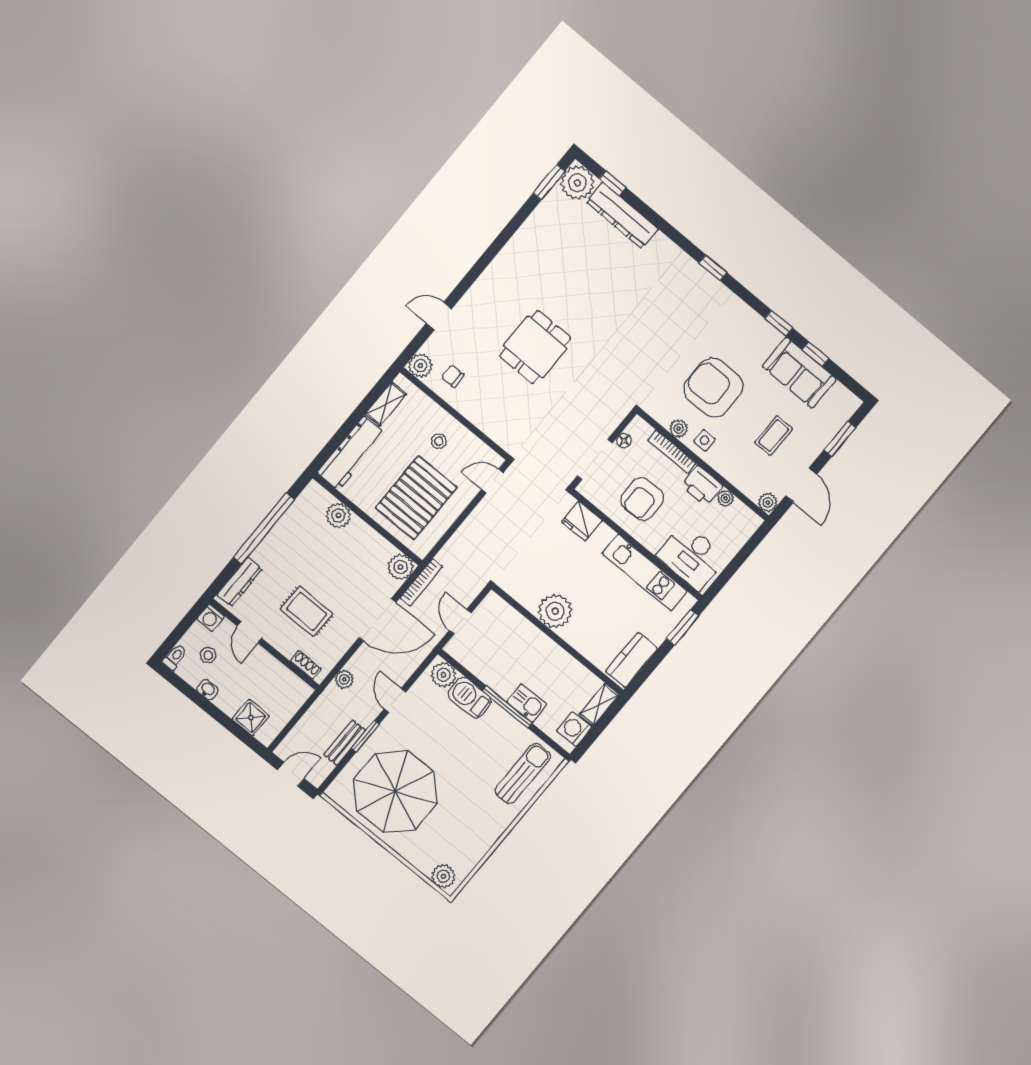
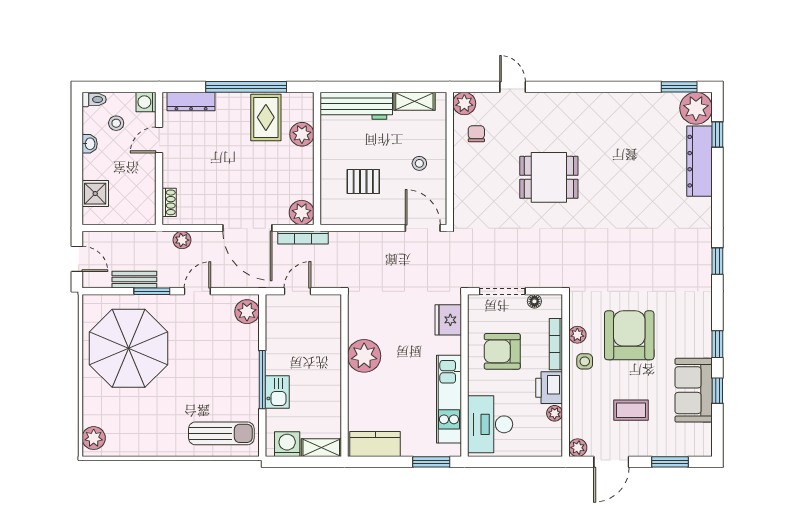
door: (492, 481) -> (423, 228), width x1.38
pallet: (416, 498) -> (363, 181), width x0.49, depth x0.50
rug: (307, 611) -> (266, 117), moved
barbecue: (470, 698) -> (246, 346), removed

